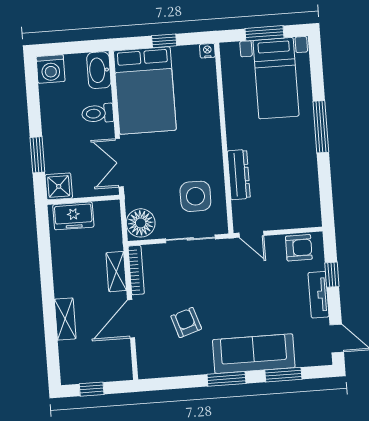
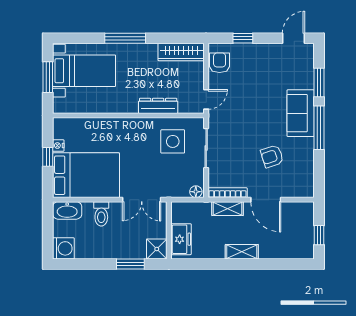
nightstand: (207, 51) -> (58, 146), moved
wardrobe: (309, 198) -> (181, 52), added
floor lamp: (141, 223) -> (196, 192), width x0.53, depth x0.53
tv unit: (319, 295) -> (258, 50), removed
shelving: (65, 319) -> (242, 252), moved
sofa: (254, 354) -> (301, 113), width x0.73
window: (226, 379) -> (319, 128), width x1.44

